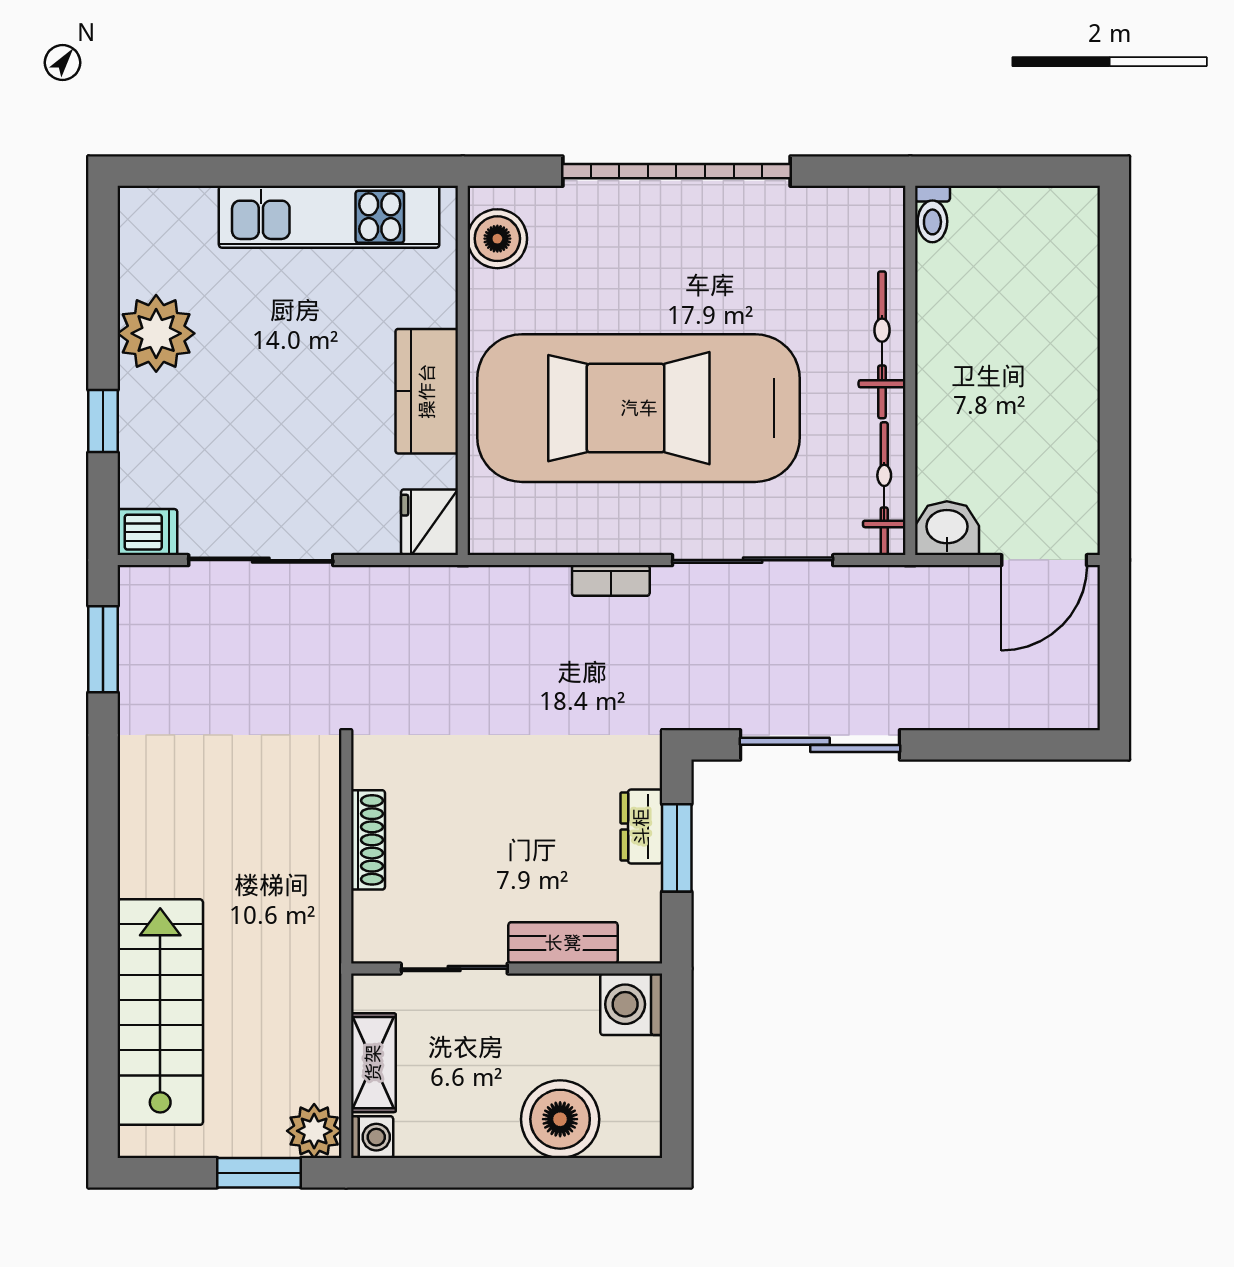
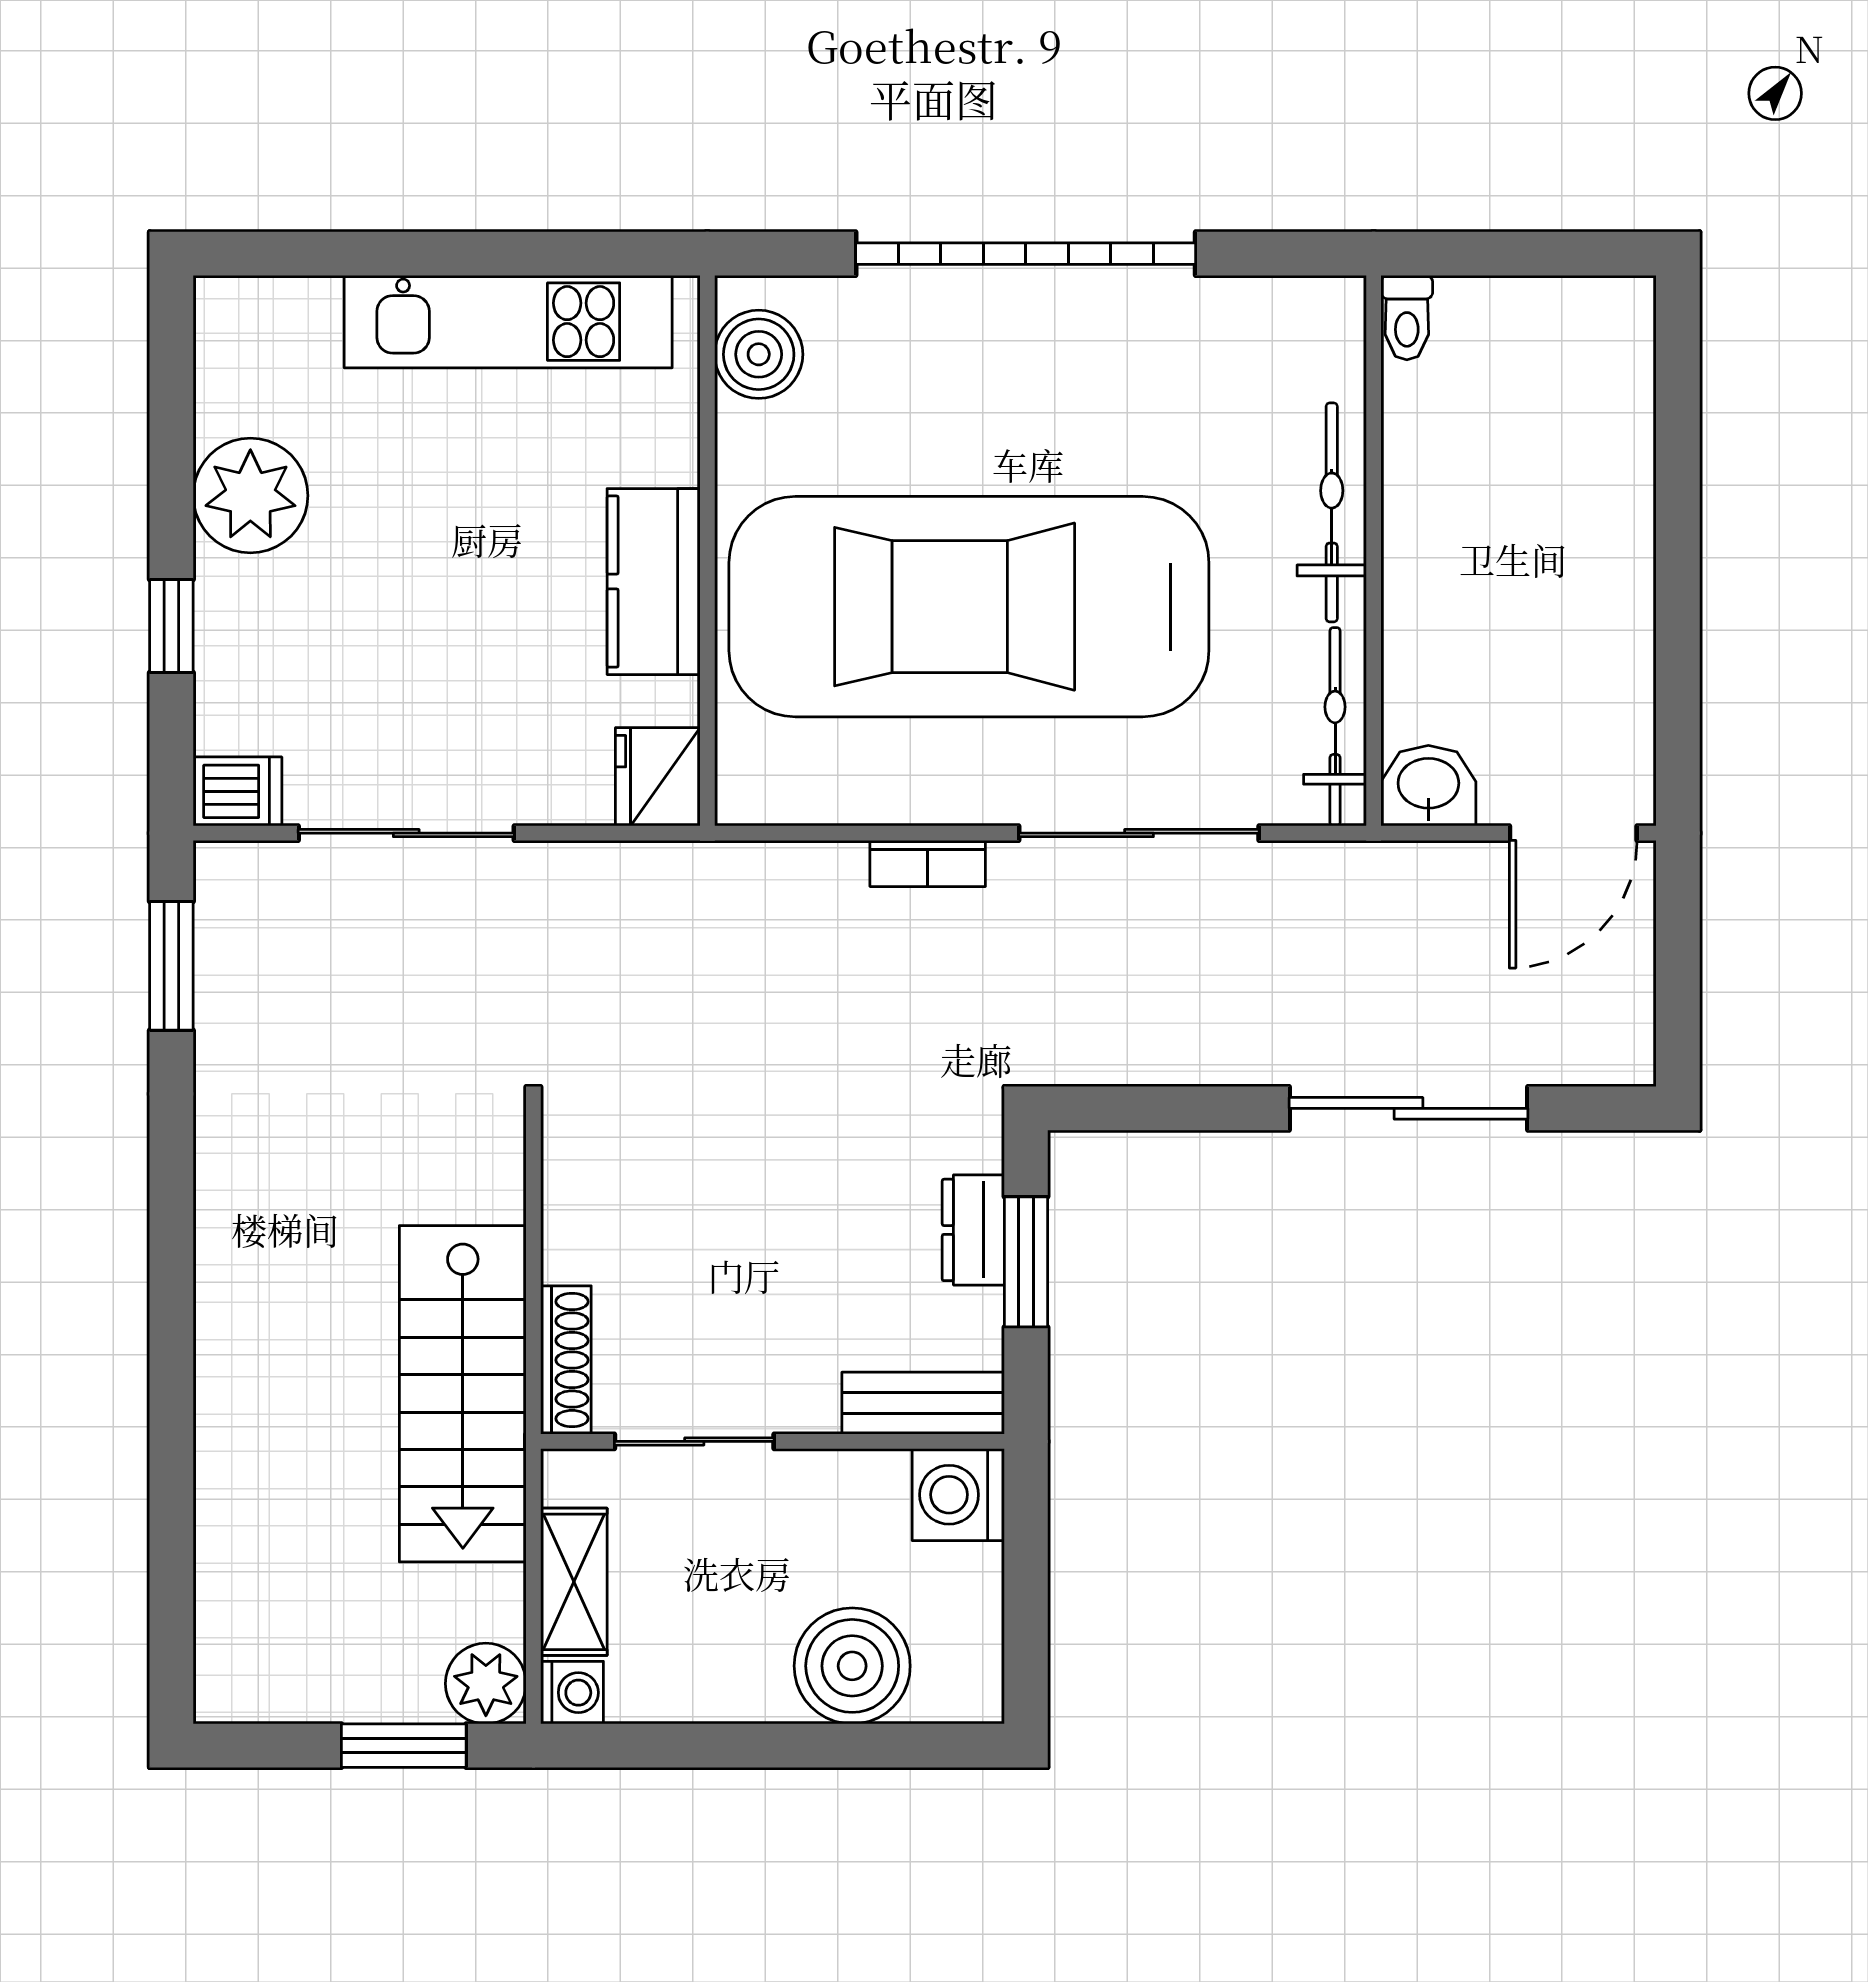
sliding door: (820, 745) -> (1409, 1108), moved
shoe rack: (368, 840) -> (566, 1360), moved
bench: (563, 943) -> (923, 1403), moved
stairs: (160, 1012) -> (463, 1394), moved, turned 180

